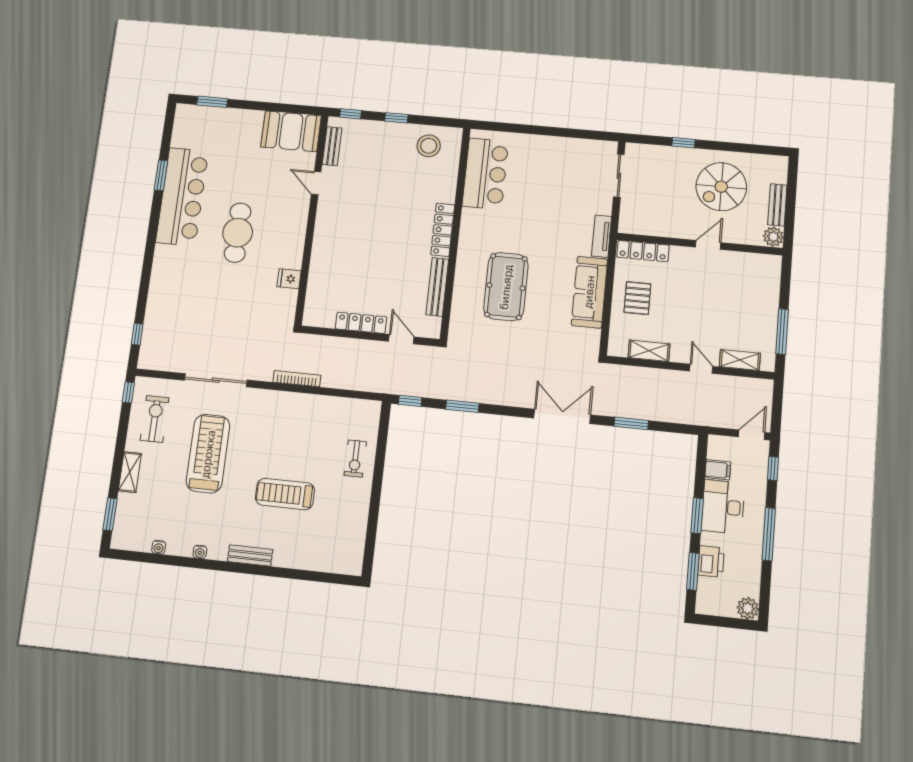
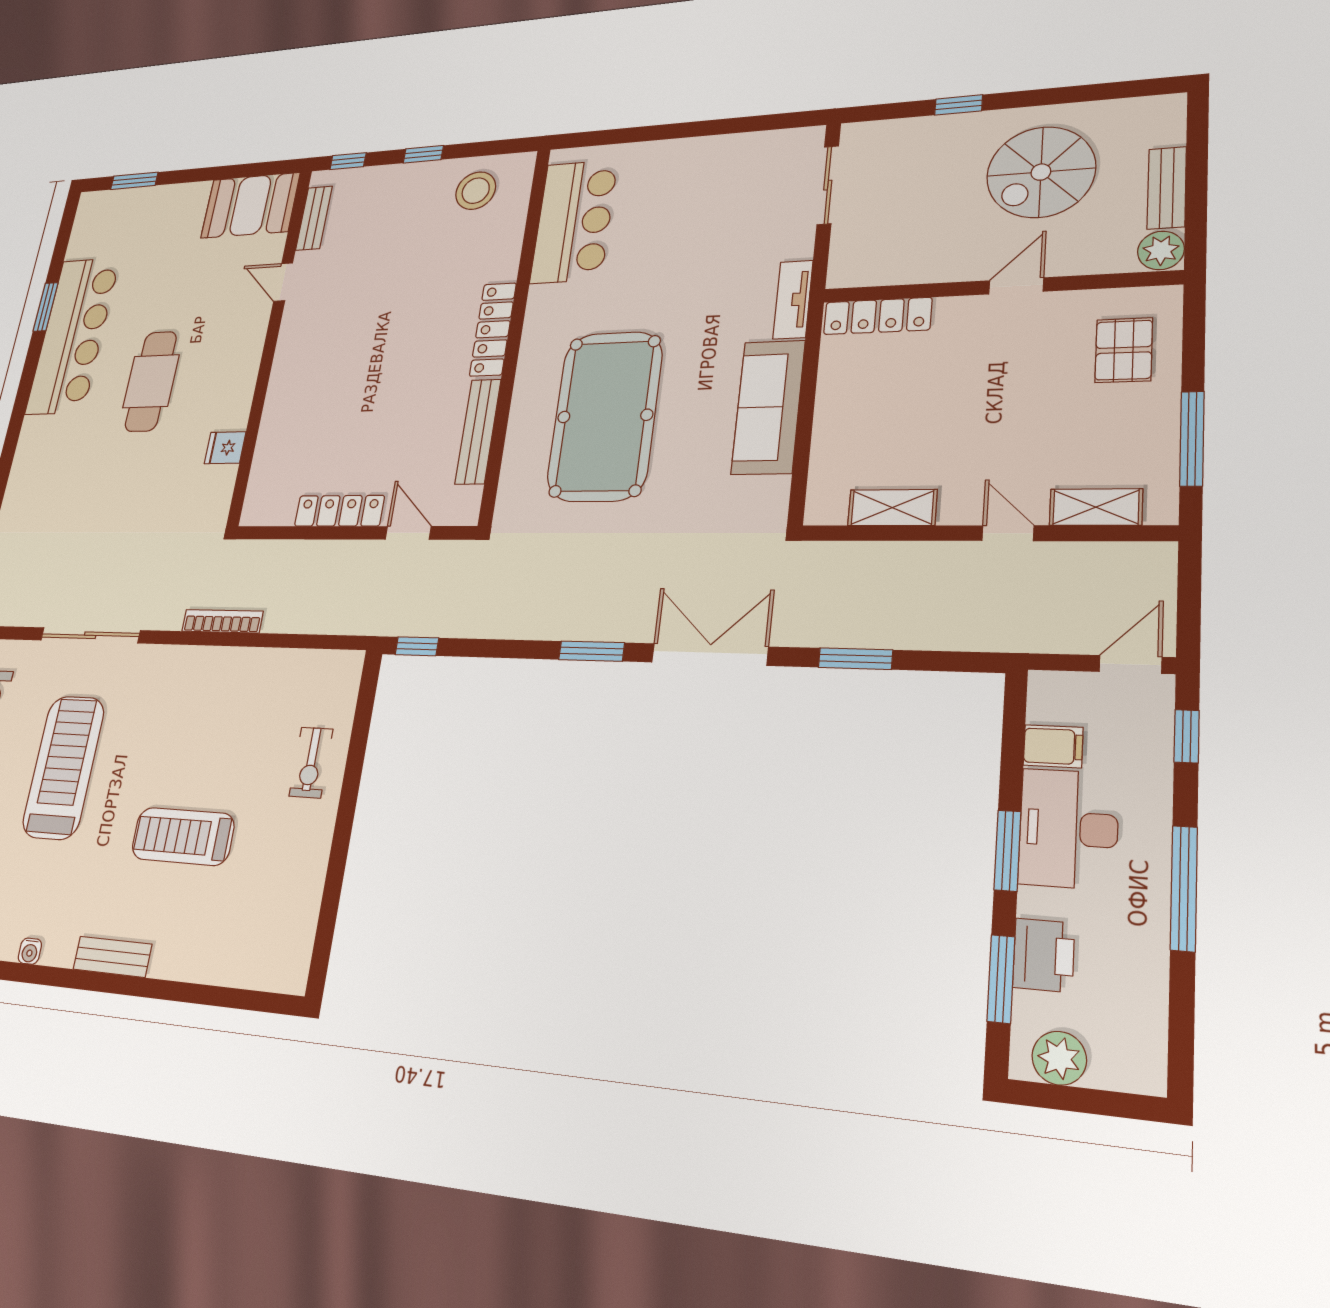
pool table: (506, 287) -> (605, 416), width x1.36, depth x1.32
pallet: (637, 298) -> (1124, 350), moved
window: (462, 406) -> (592, 651), moved
plant: (748, 608) -> (1059, 1058), moved

